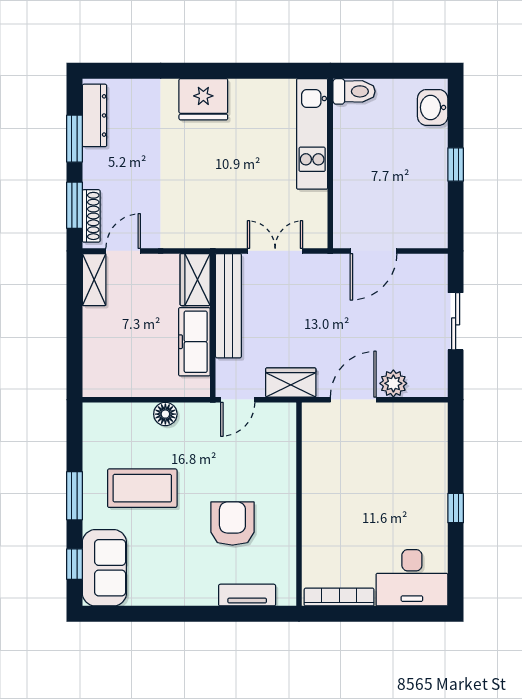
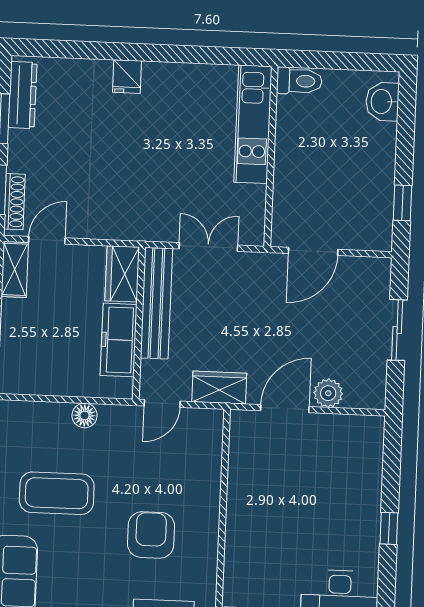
fridge: (203, 99) -> (127, 77), width x0.53, depth x0.75
window: (456, 165) -> (403, 203), moved

